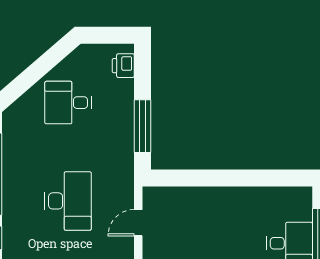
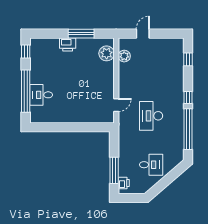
window: (142, 126) -> (114, 170), moved

